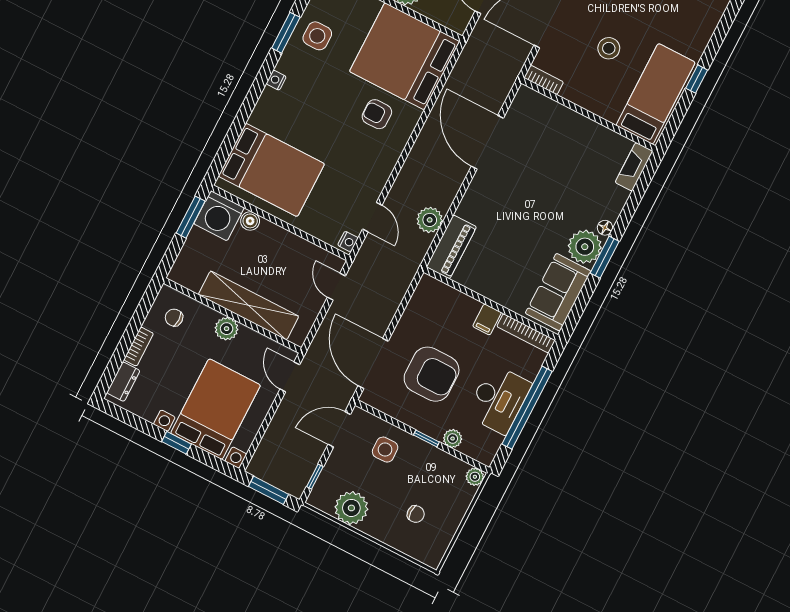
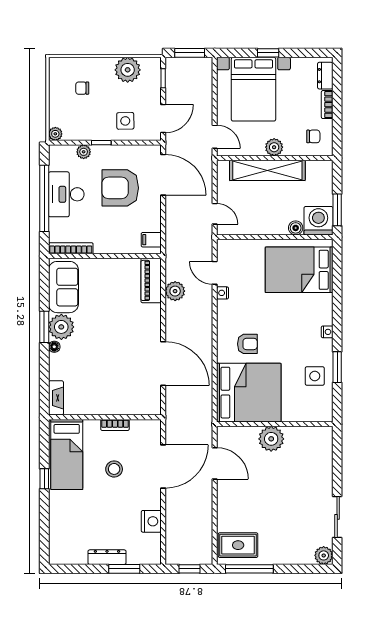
bookcase: (544, 80) -> (115, 425), moved
nightstand: (348, 242) -> (223, 293), moved
filing cabinet: (487, 319) -> (151, 240), moved, turned -90

